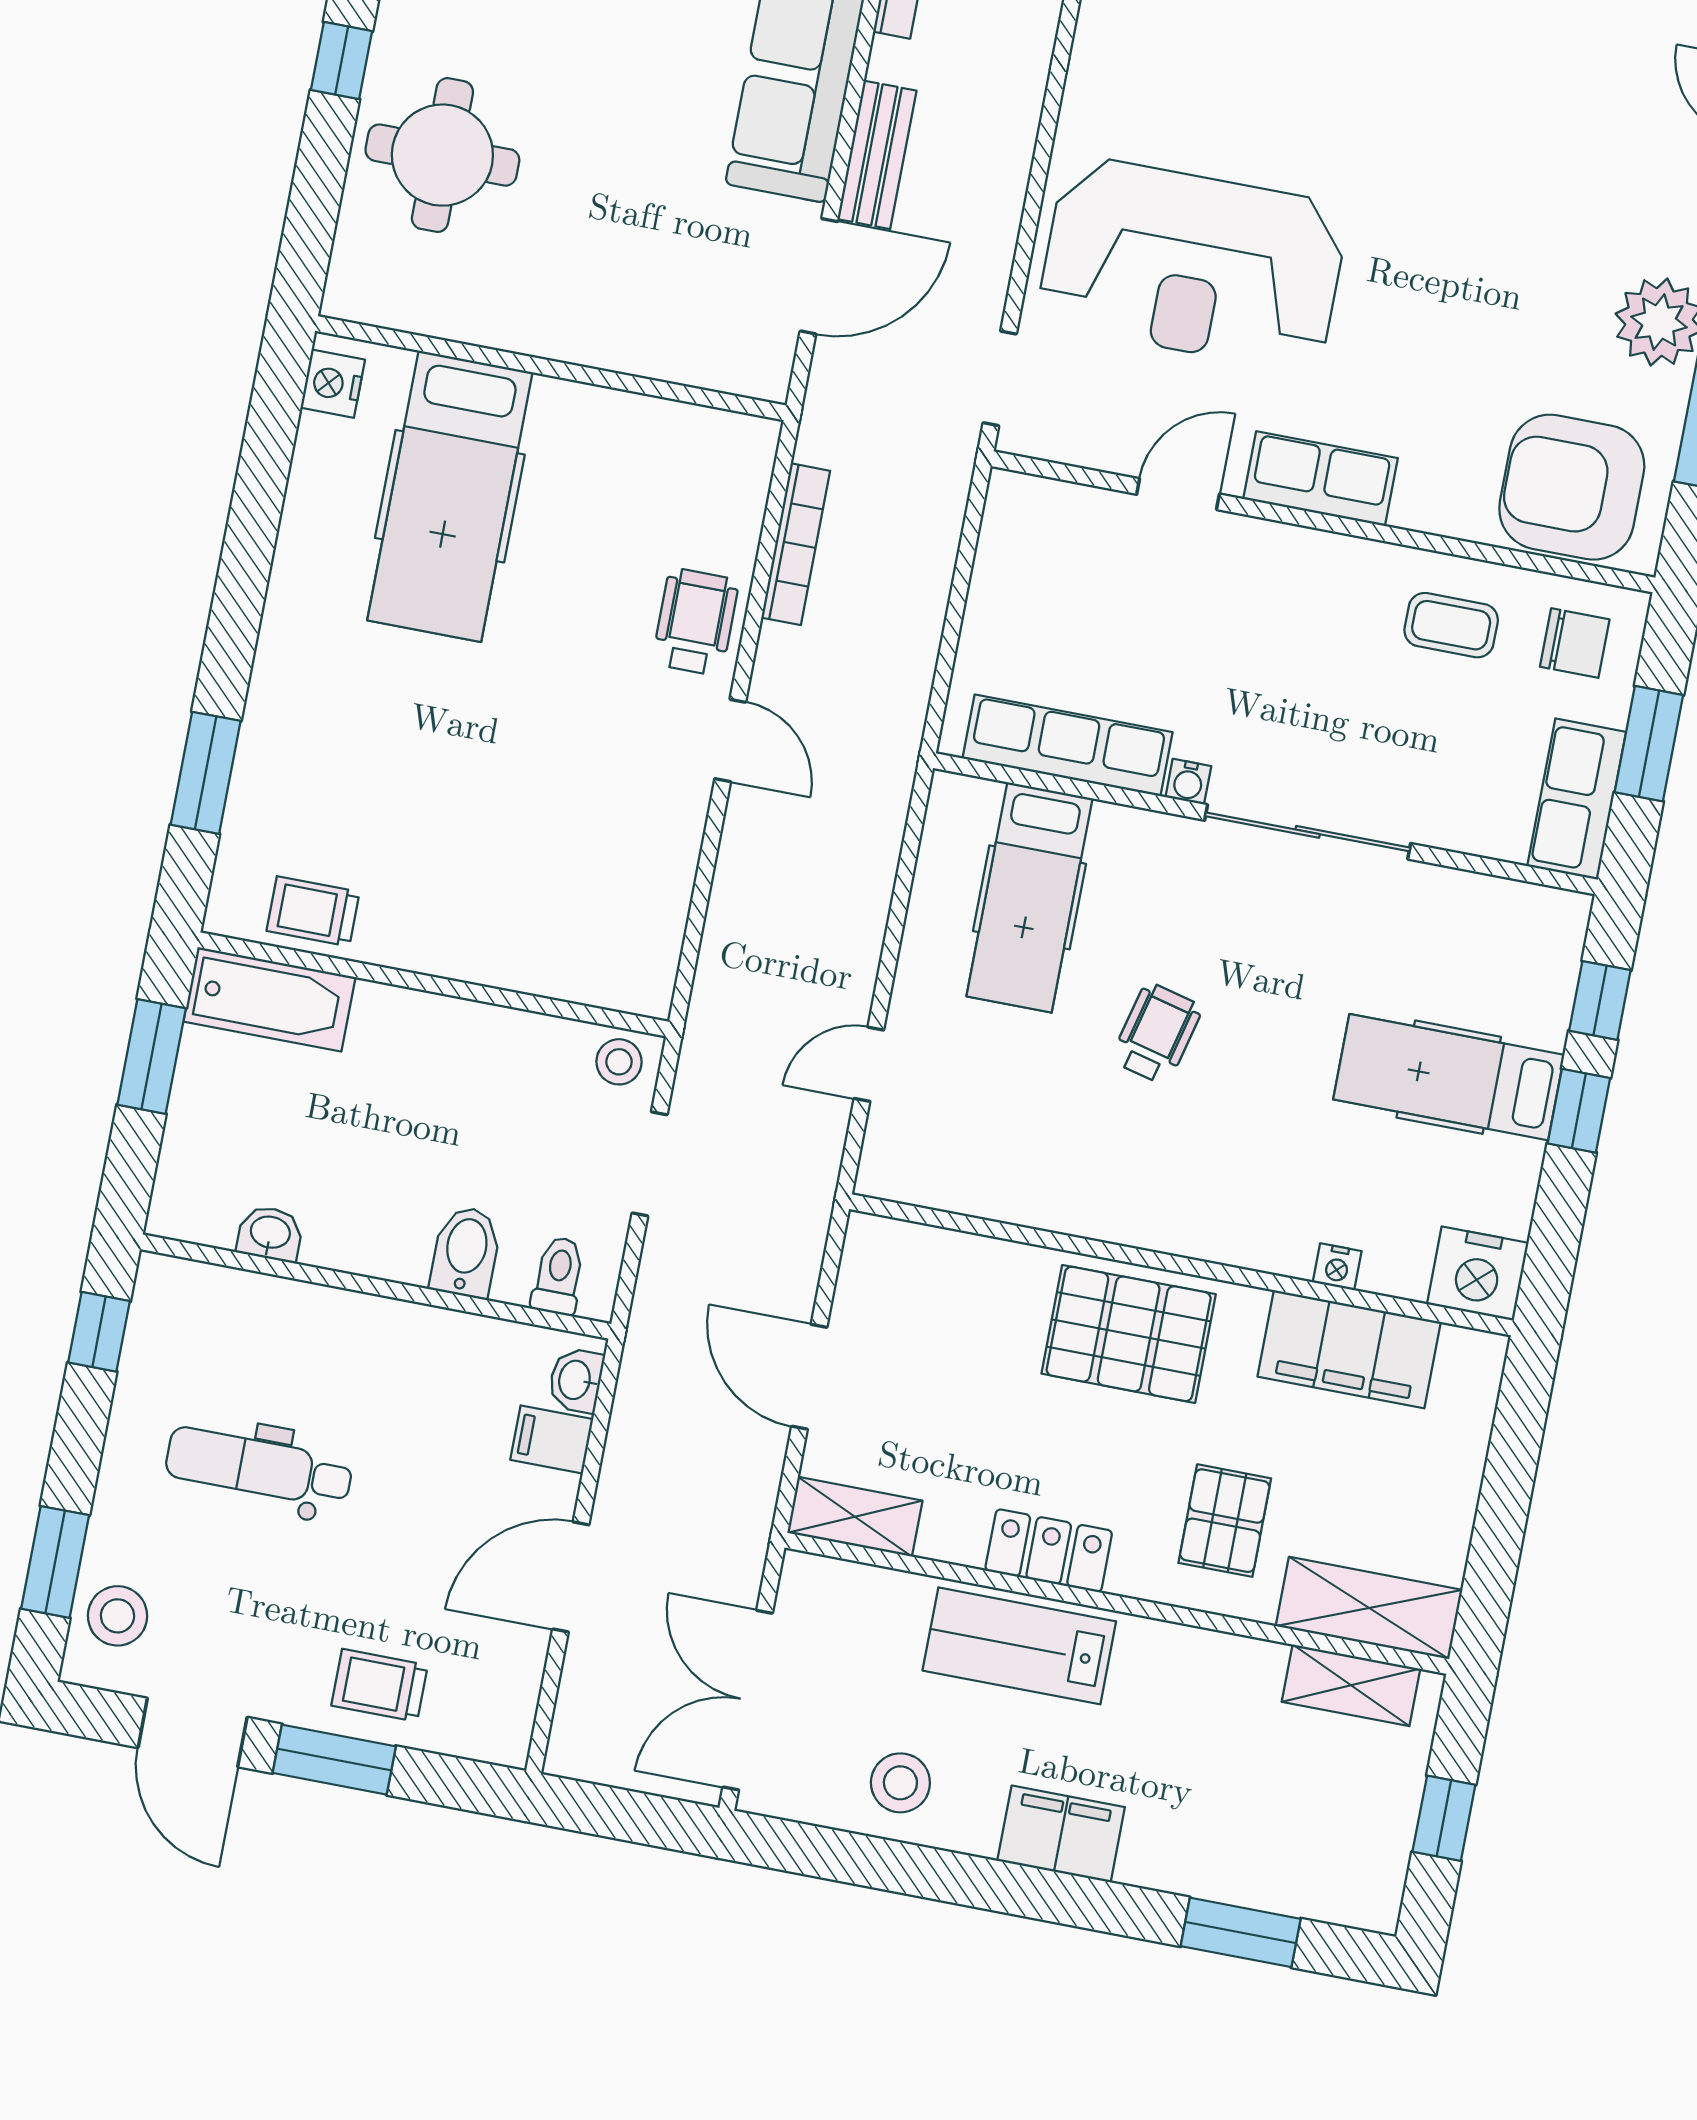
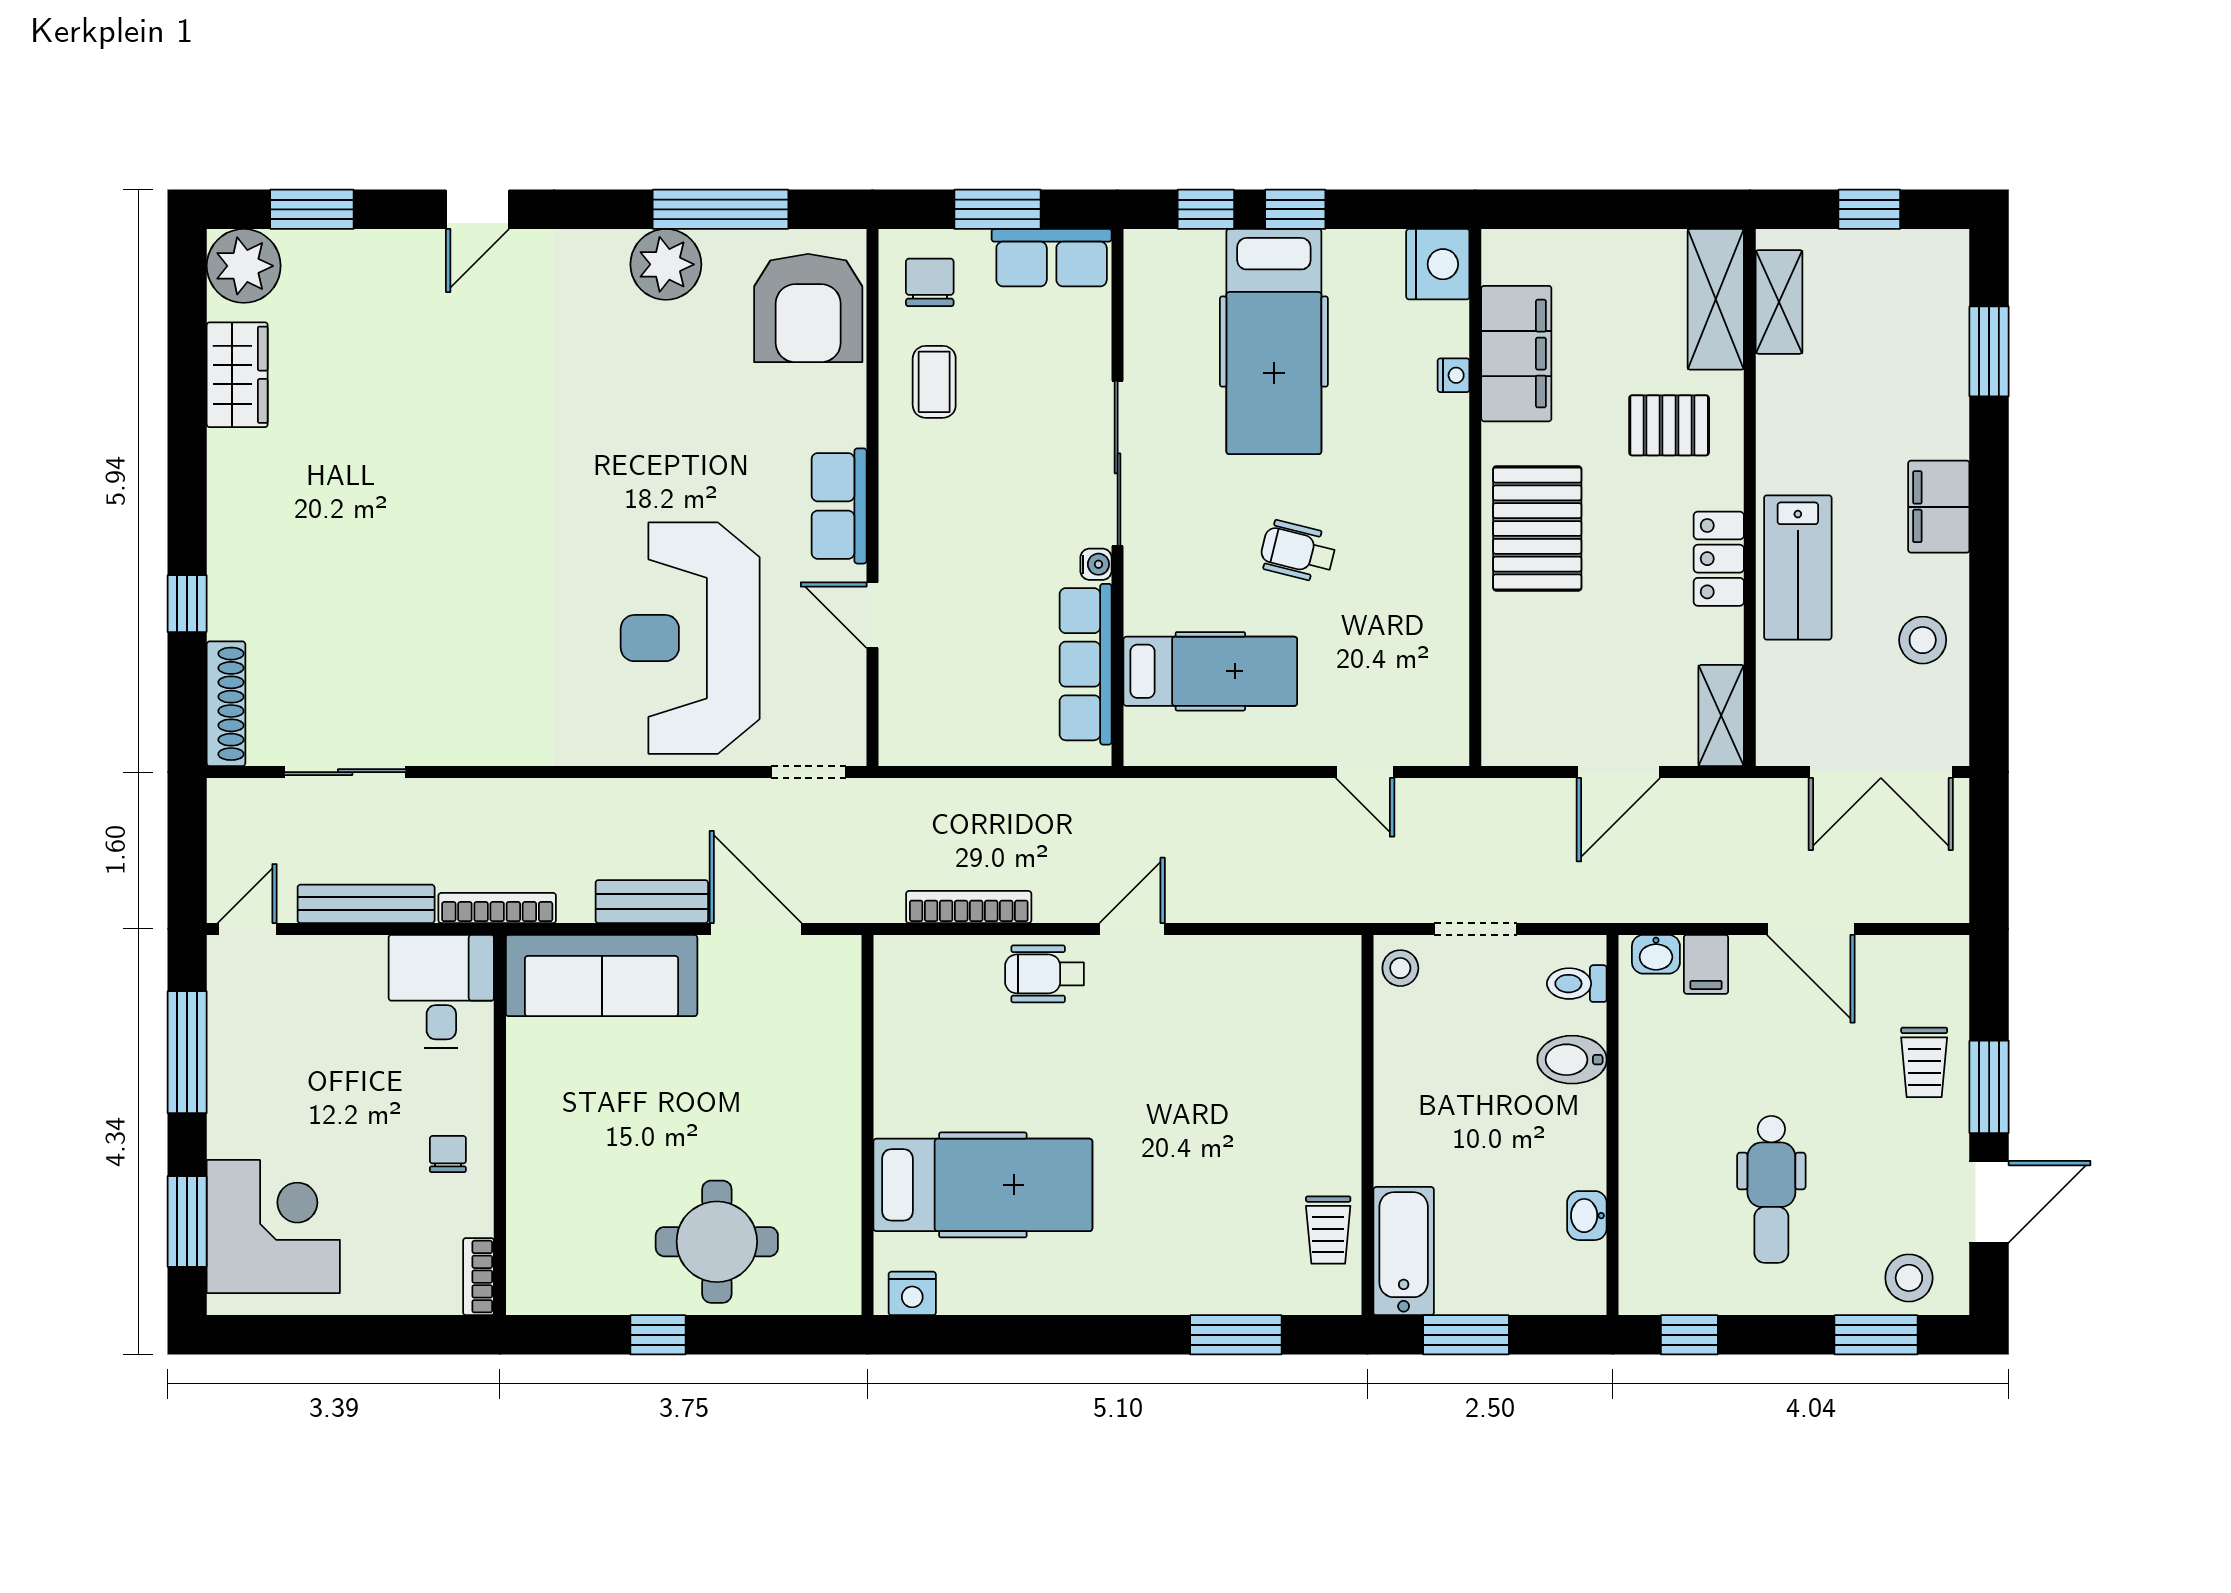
reception desk: (1193, 264) -> (690, 638), turned 180
hospital bed: (1449, 1077) -> (1274, 342), width x1.37, depth x1.29

